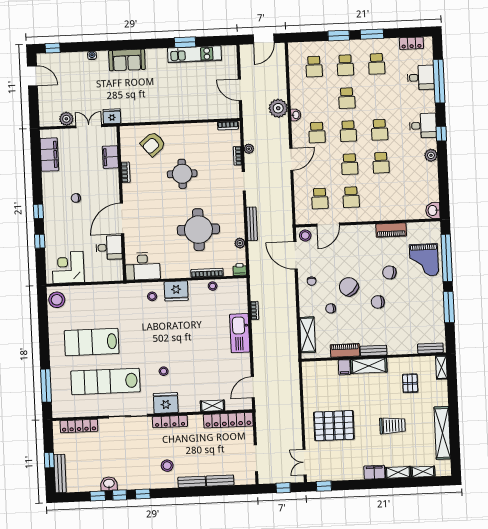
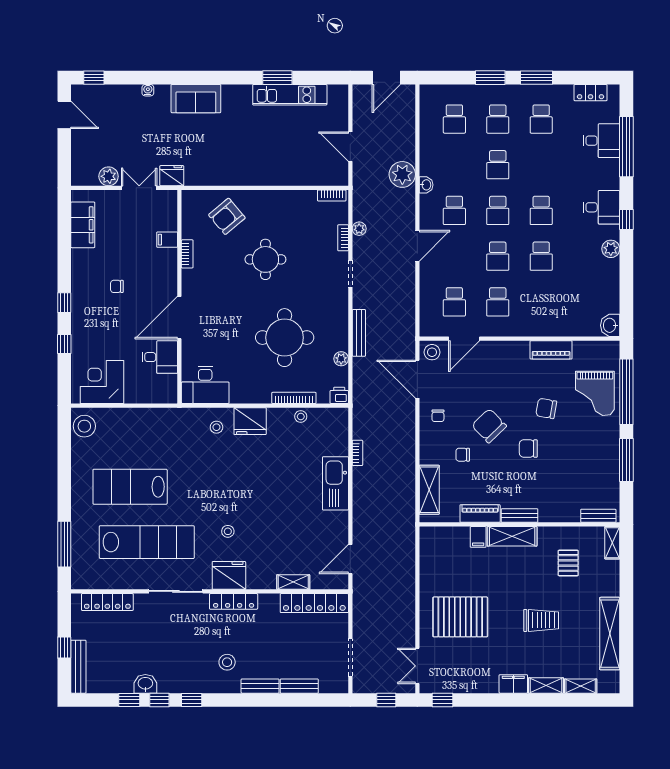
filing cabinet: (110, 157) -> (167, 240), width x0.50
lab bench: (105, 381) -> (147, 542), turned 180

